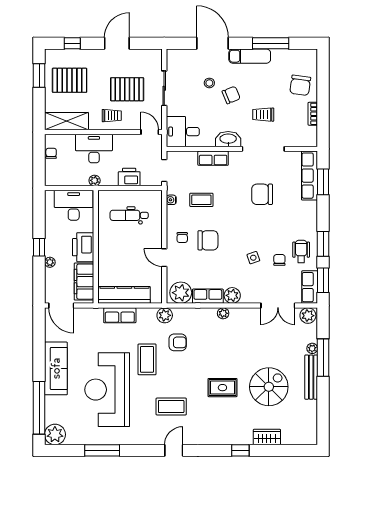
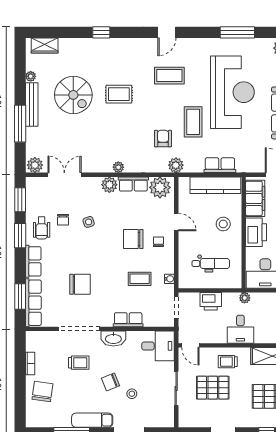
desk: (94, 149) -> (240, 329), width x0.73
stool: (116, 256) -> (223, 224), added
row of seats: (310, 287) -> (33, 261), moved
armchair: (178, 342) -> (163, 139), turned 90
plant: (312, 348) -> (31, 76), moved
spiral stairs: (269, 387) -> (73, 95), turned -90
wardrobe: (267, 437) -> (45, 46), moved

